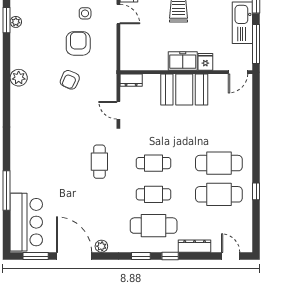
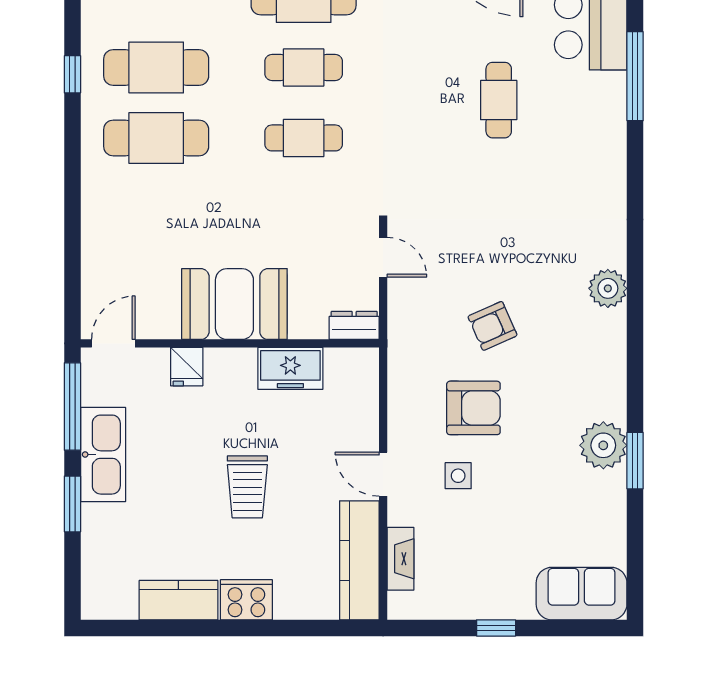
plant: (16, 22) -> (603, 445), width x1.88, depth x1.88
armchair: (78, 43) -> (473, 408), turned -90
freezer: (183, 61) -> (290, 368), moved
plant: (19, 78) -> (608, 288), moved
armchair: (70, 80) -> (493, 326), turned -138
cafe table: (99, 162) -> (499, 100), moved

